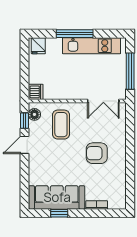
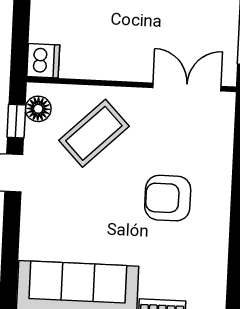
double door: (103, 101) -> (187, 87), swing flipped
coffee table: (61, 125) -> (94, 133), turned 46

